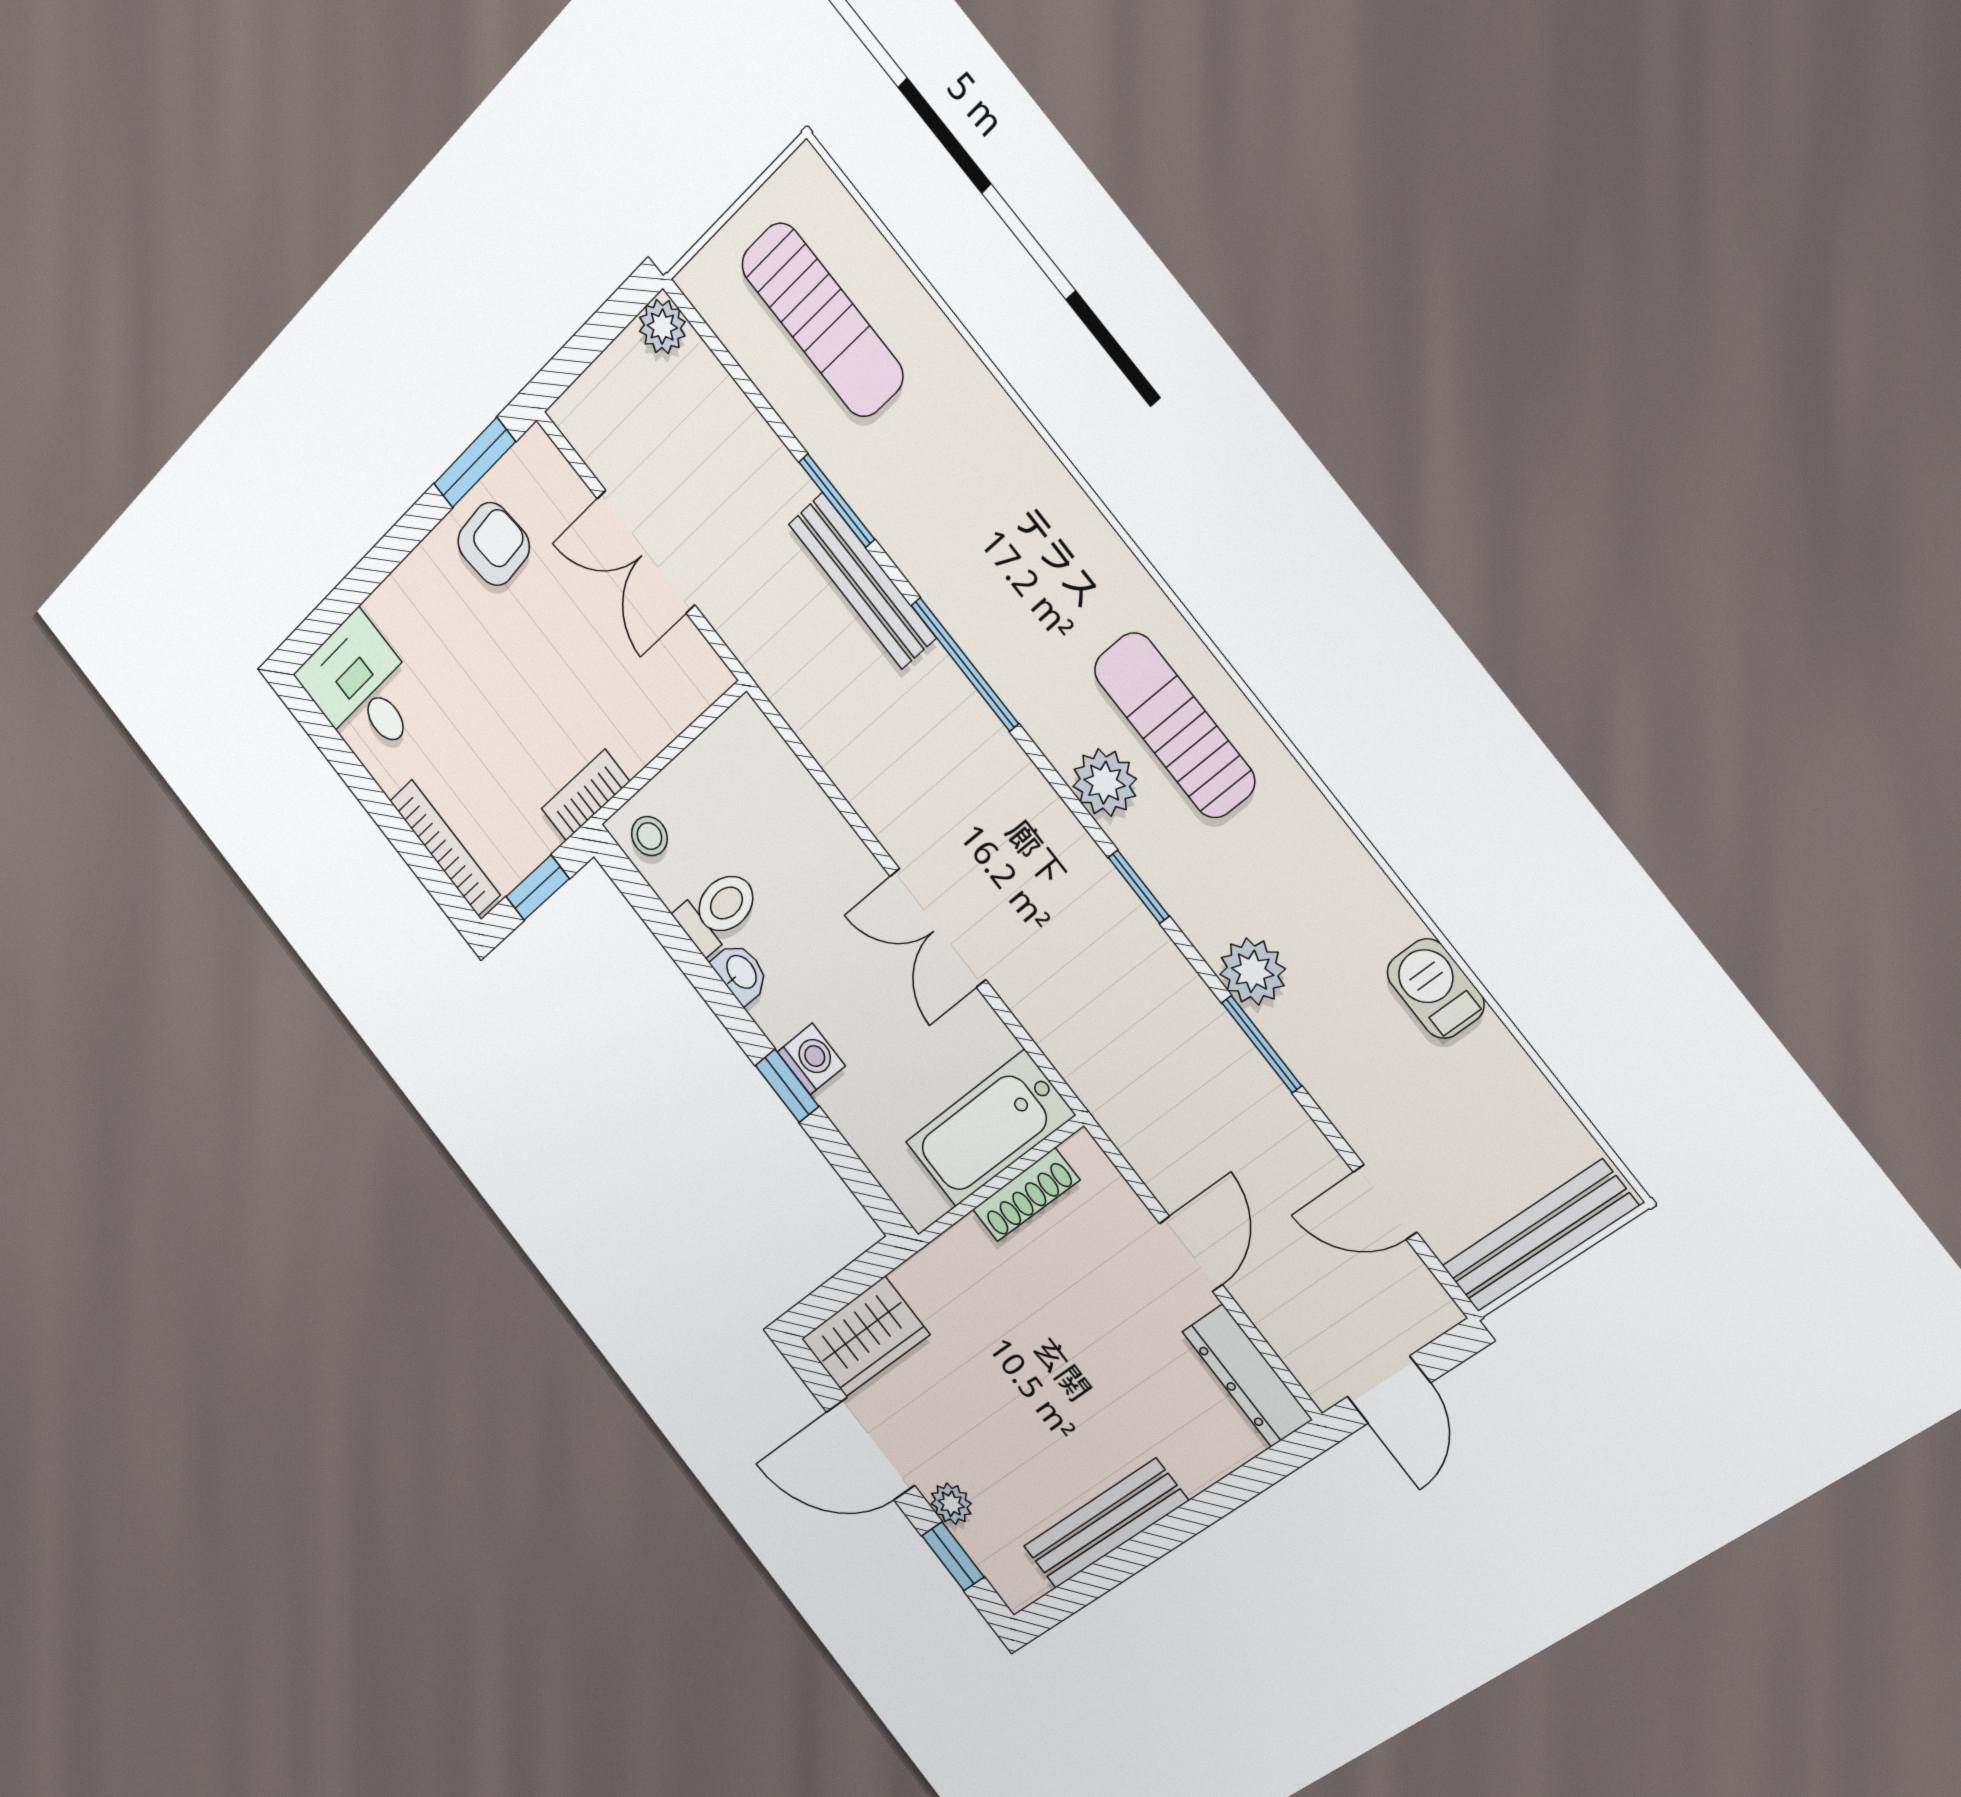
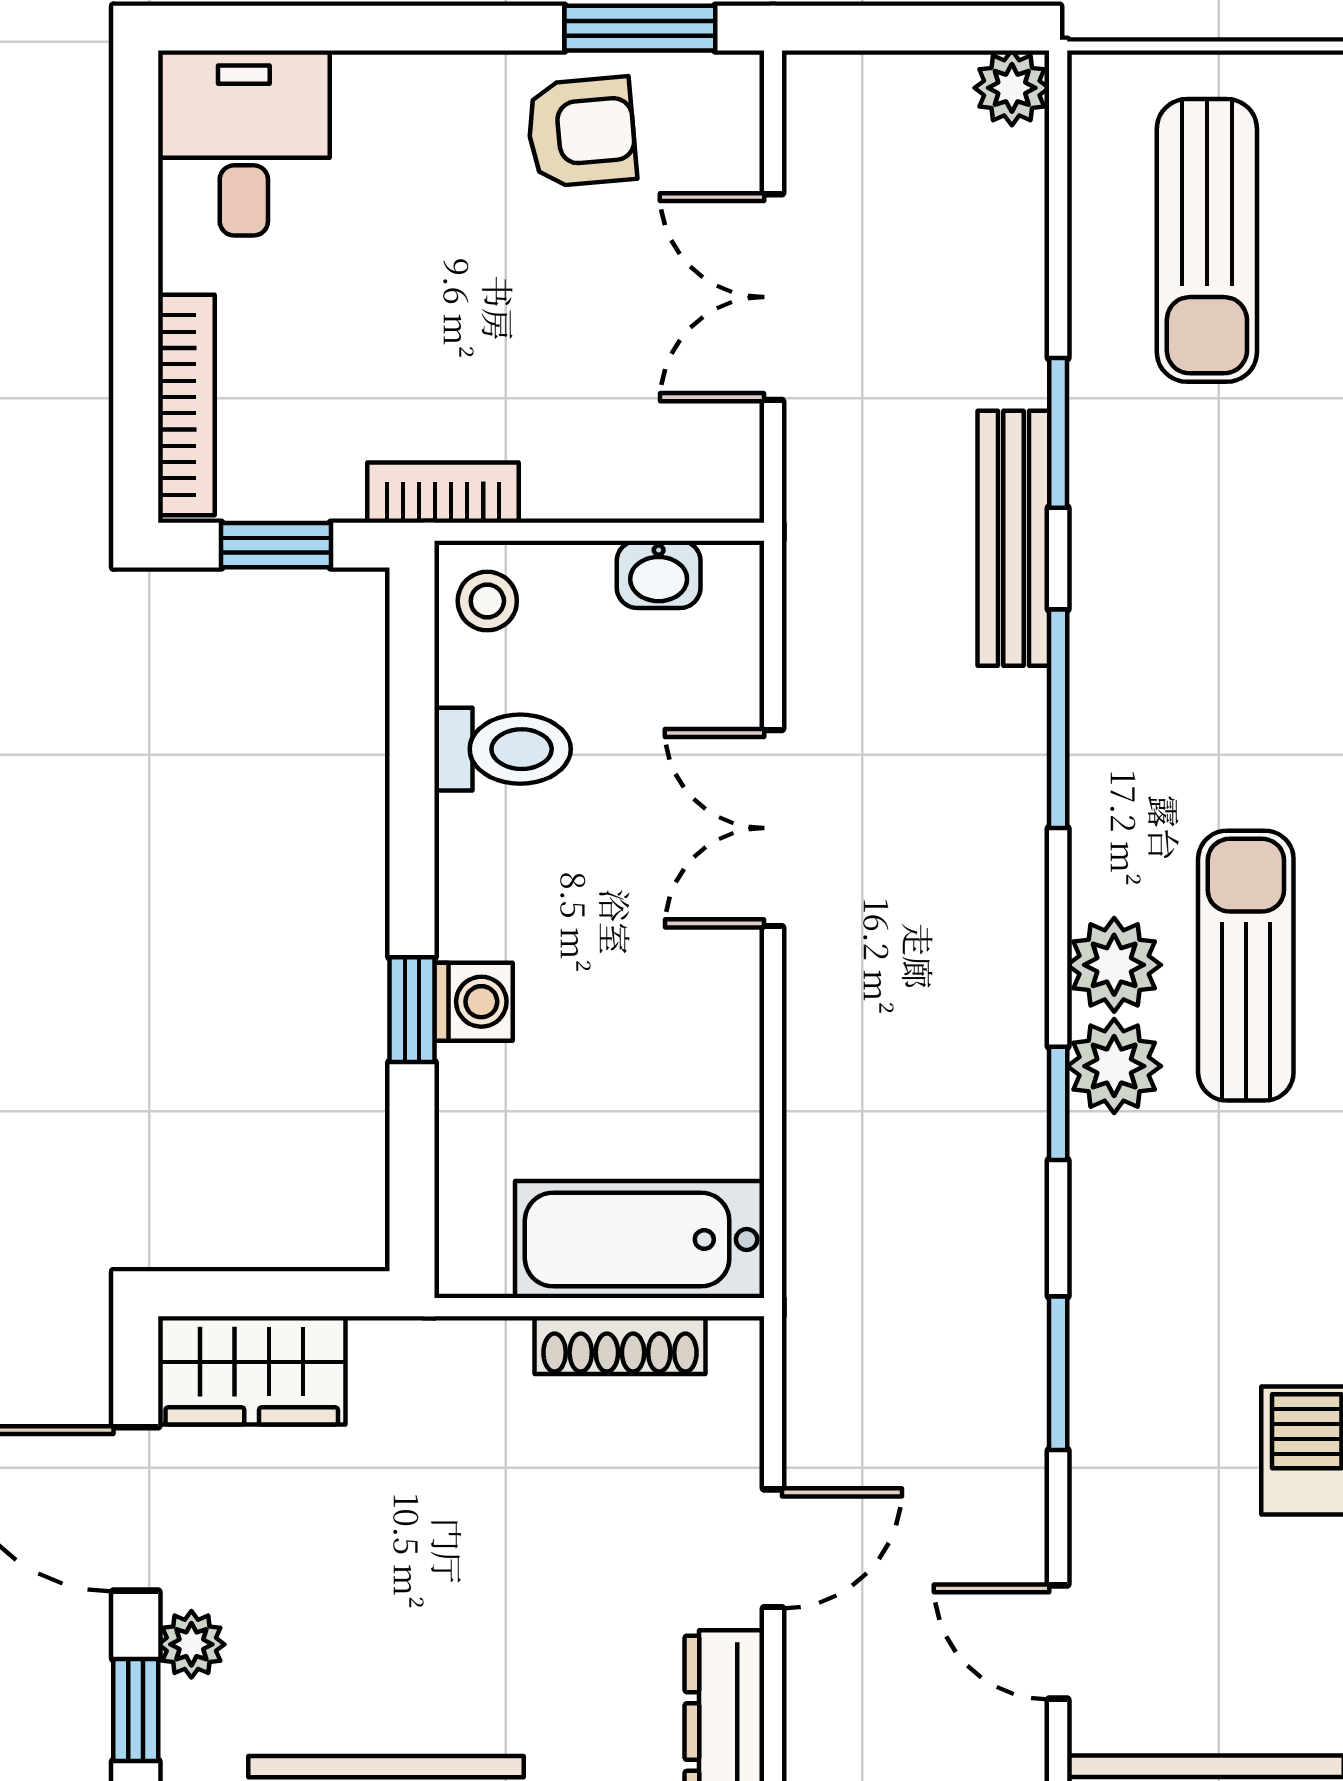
double door: (938, 928) -> (773, 828), moved
plant: (1253, 972) -> (1114, 1066), moved
washbasin: (741, 973) -> (659, 574), moved, turned 90

